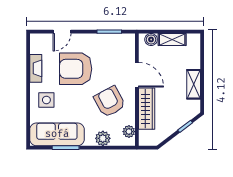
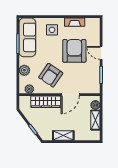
door: (62, 32) -> (101, 53), moved
armchair: (110, 102) -> (51, 75), turned 152

